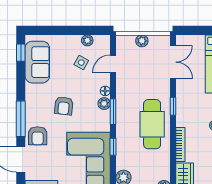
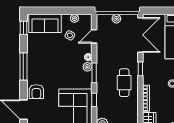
sofa: (37, 62) -> (45, 23), moved, turned 90
double door: (173, 62) -> (140, 35), width x1.37
armchair: (64, 106) -> (56, 69), removed
window: (21, 119) -> (23, 66), moved
cafe table: (152, 124) -> (124, 83), width x0.73, depth x0.74

